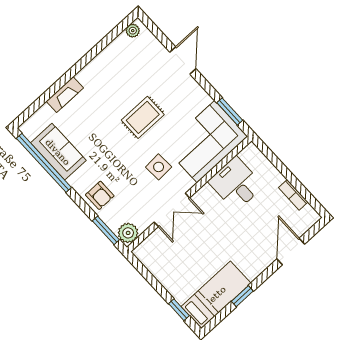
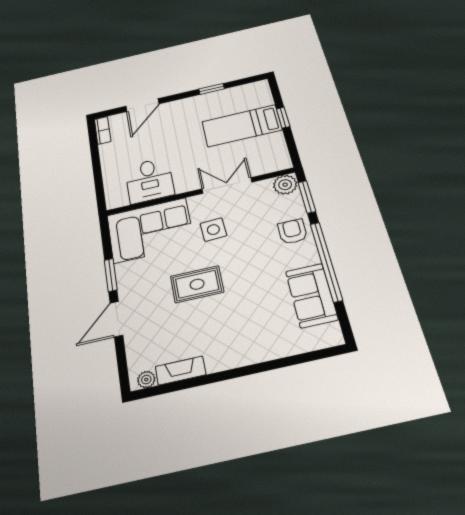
fireplace: (65, 95) -> (180, 371), moved
window: (230, 111) -> (111, 275), moved
window: (44, 163) -> (326, 261), moved
bookcase: (293, 195) -> (103, 130), moved
bed: (216, 295) -> (242, 126), moved
window: (179, 310) -> (283, 118), moved

